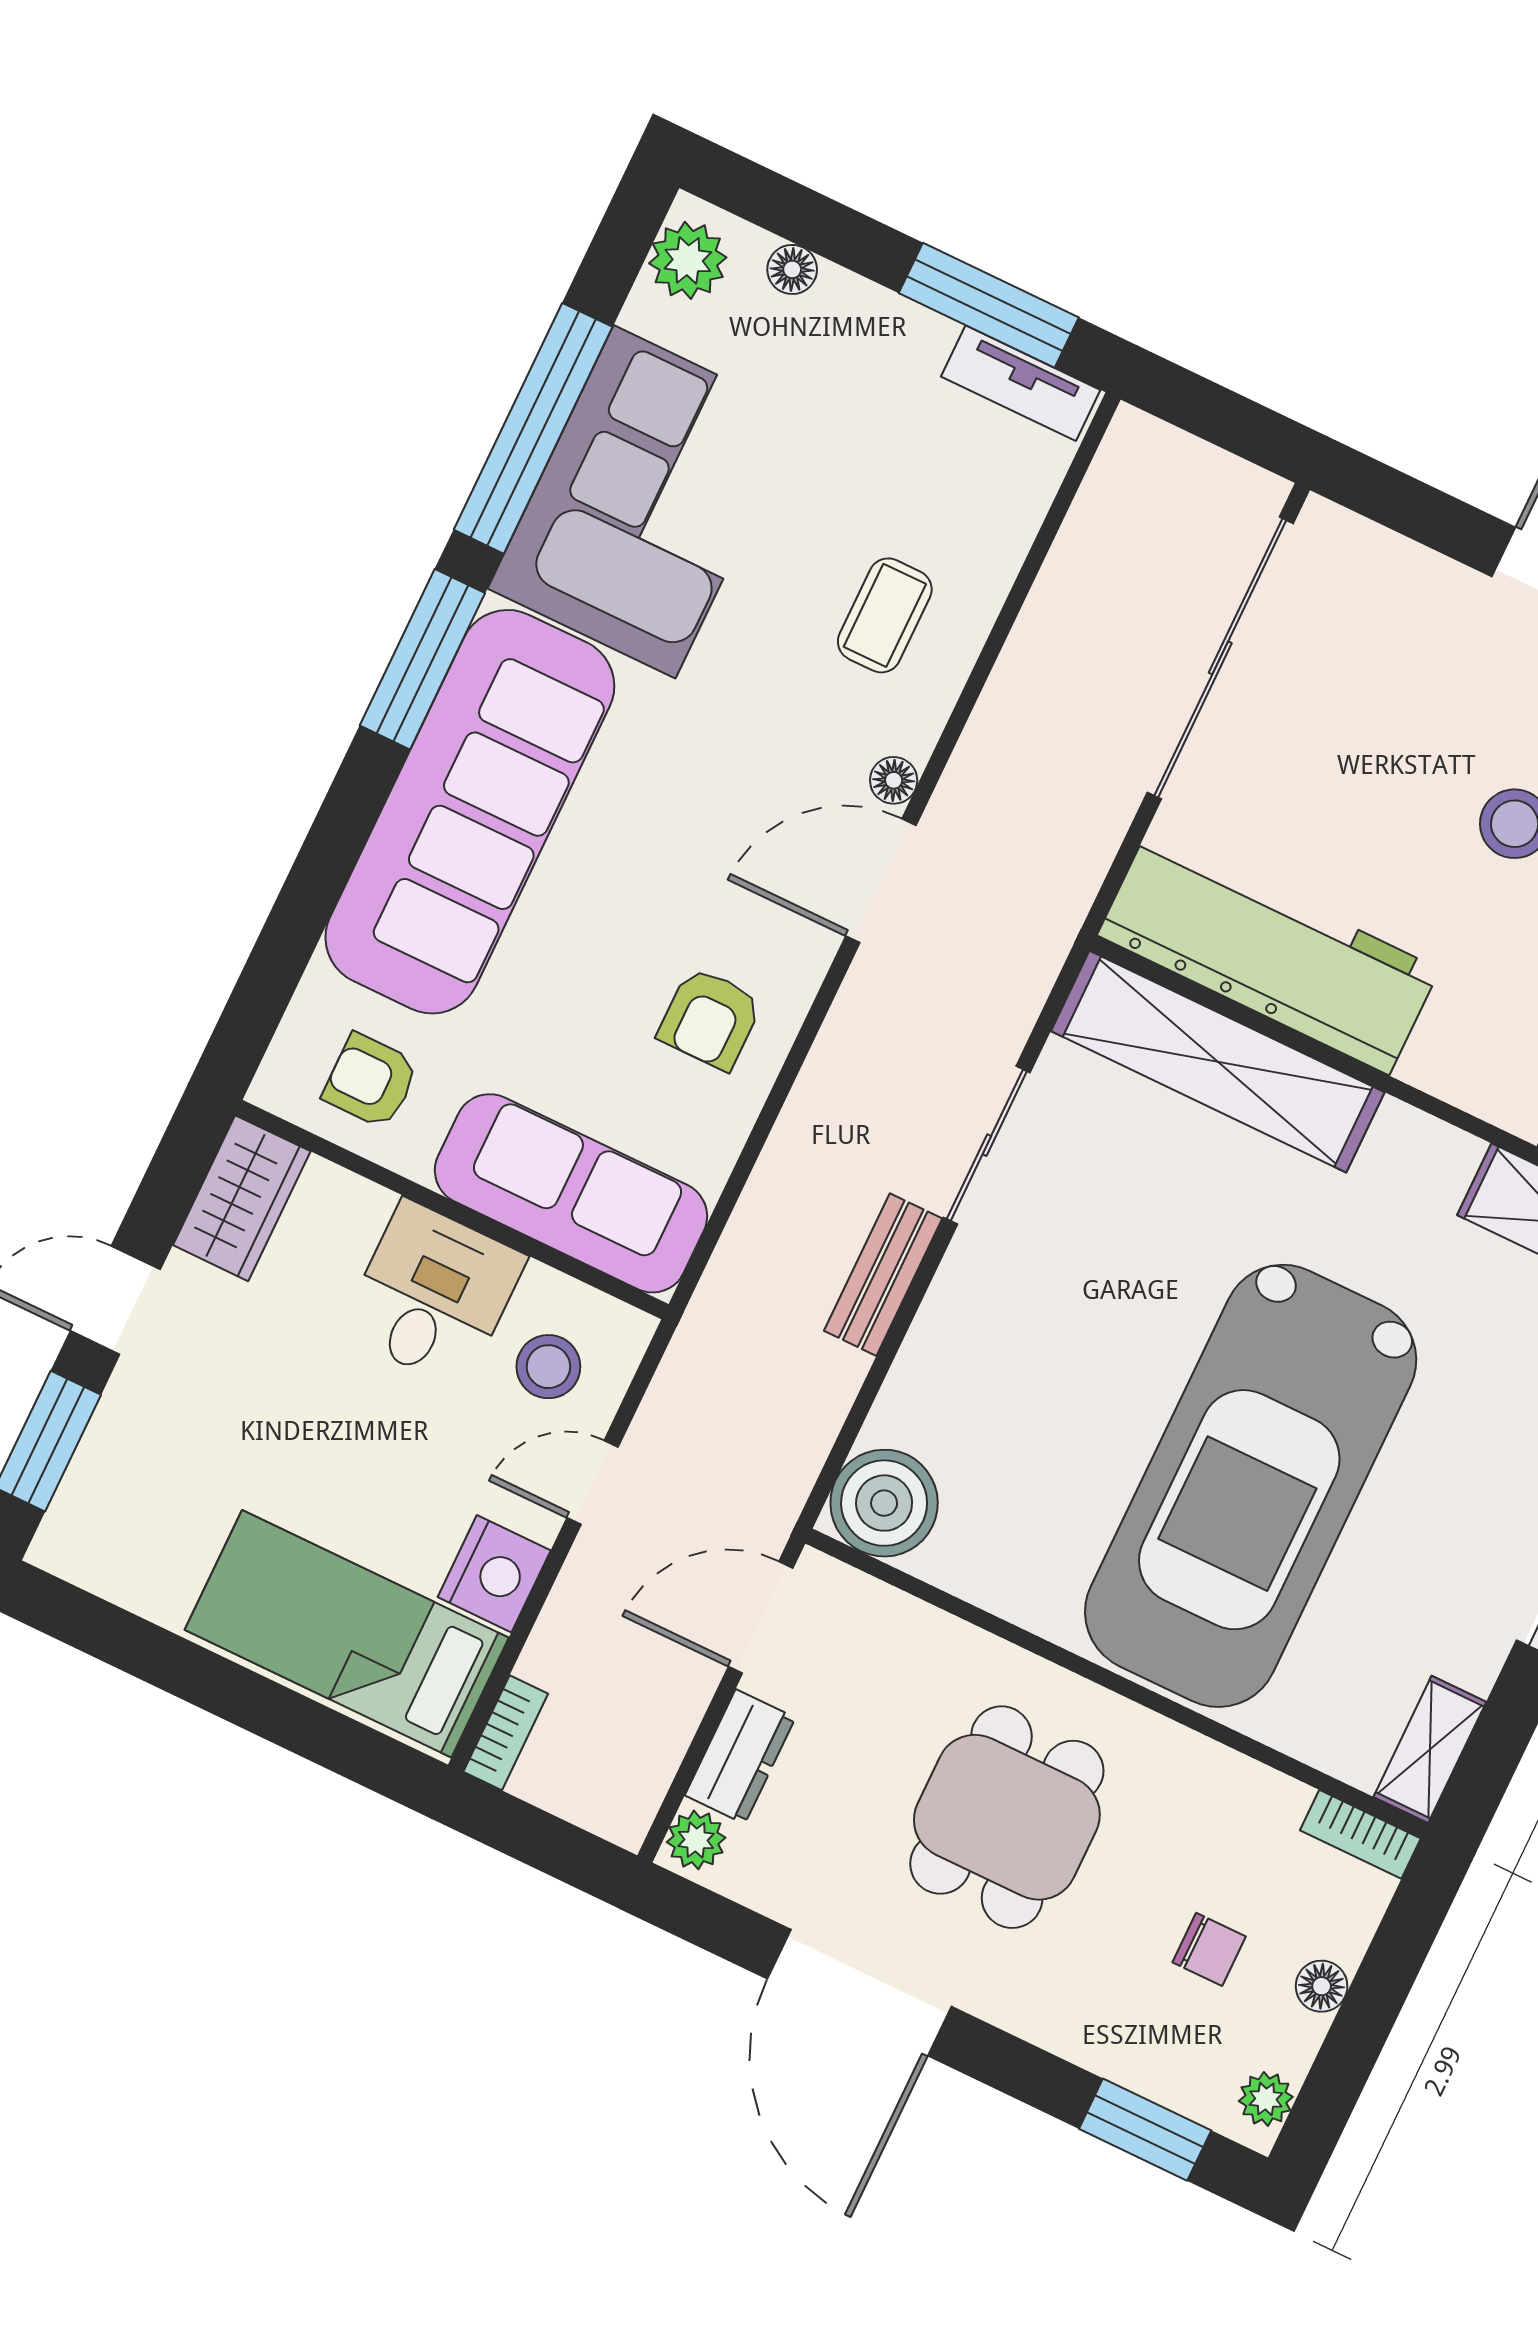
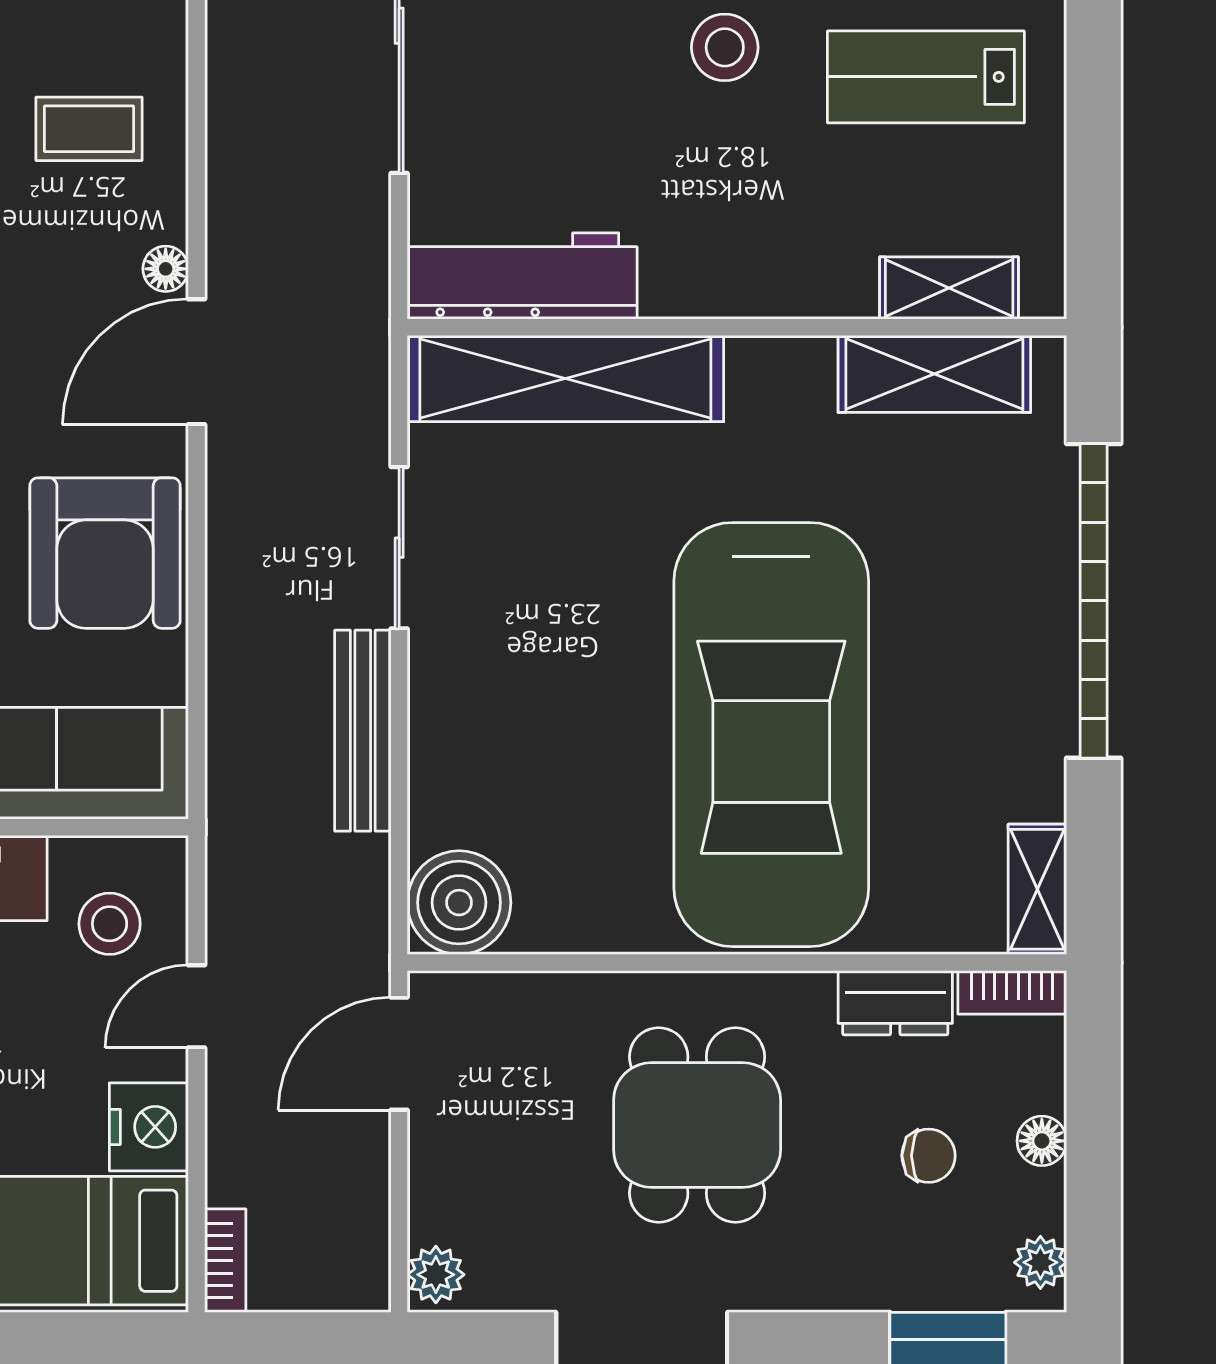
coffee table: (885, 615) -> (89, 129), turned 90
workbench: (1268, 952) -> (522, 276), width x0.73, depth x0.76
armchair: (710, 1019) -> (105, 553), width x1.88, depth x1.88
bench: (883, 1275) -> (363, 731), width x1.36
dresser: (740, 1756) -> (895, 1003), moved, turned 90

